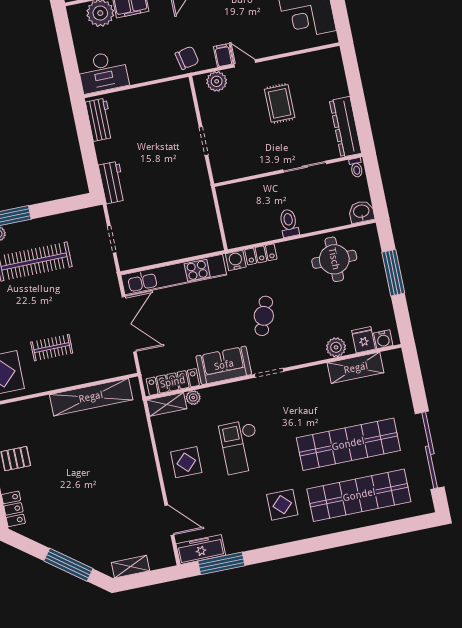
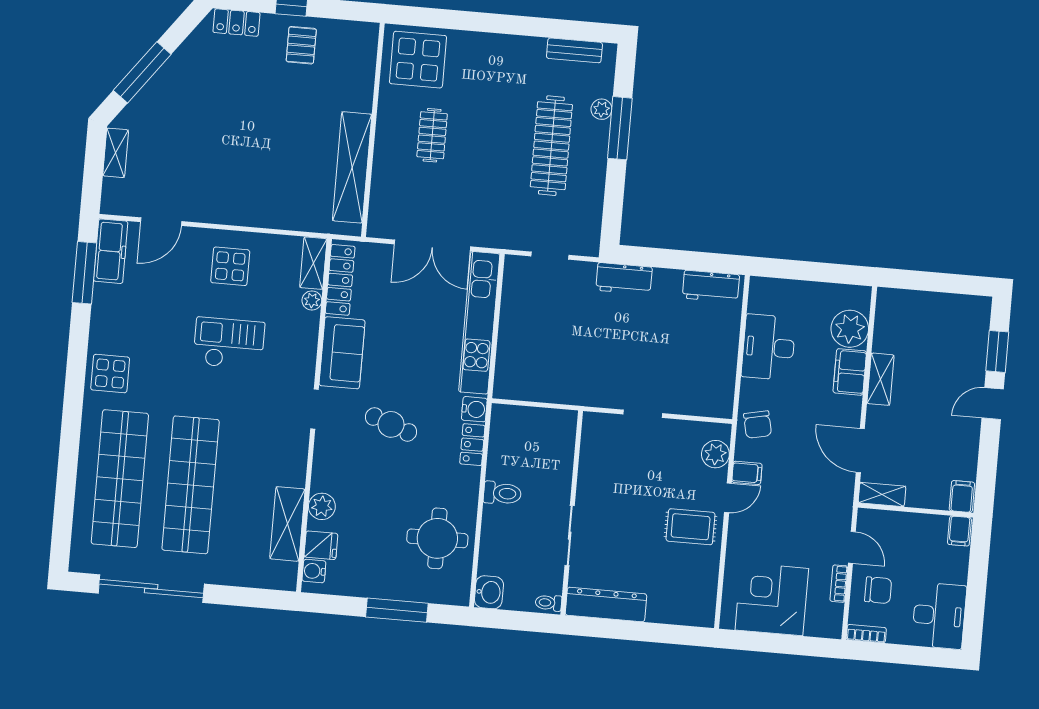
desk: (103, 72) -> (769, 347), moved
rug: (280, 103) -> (691, 527), moved
display table: (282, 505) -> (110, 374), moved

